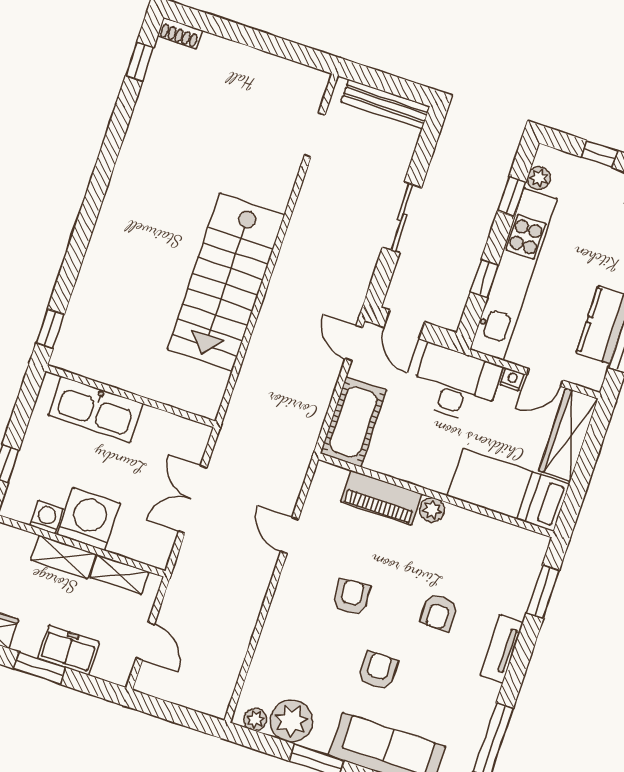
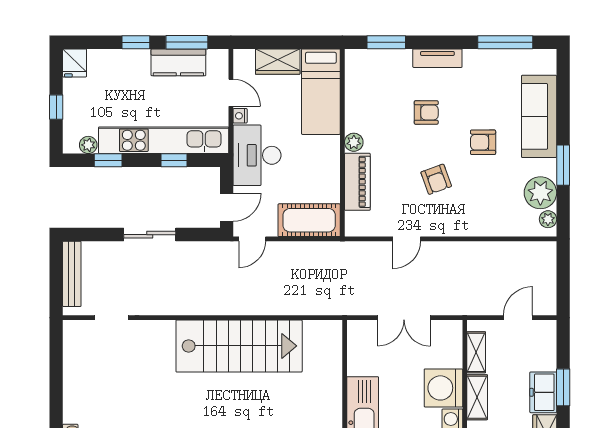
wardrobe: (568, 435) -> (278, 62), width x0.67
armchair: (352, 597) -> (436, 179), turned -105
freezer: (68, 650) -> (543, 392), moved

